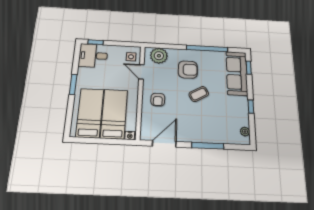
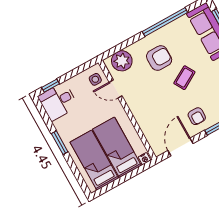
armchair: (158, 100) -> (197, 116), moved

